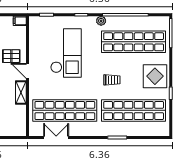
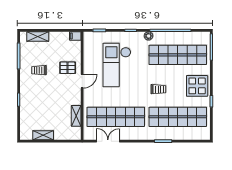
checkout: (66, 53) -> (117, 65), turned 180
door: (28, 71) -> (82, 81), swing flipped
shelving: (21, 92) -> (76, 116), moved

